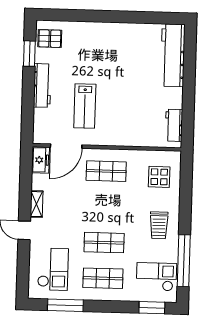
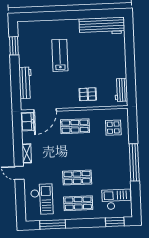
pallet: (50, 39) -> (88, 94), moved
workbench: (173, 55) -> (102, 26), moved, turned -90
workbench: (42, 85) -> (25, 83), moved
lab bench: (85, 106) -> (60, 55), moved, turned 180
trolley: (159, 225) -> (116, 162), removed
window: (184, 261) -> (134, 162), moved

